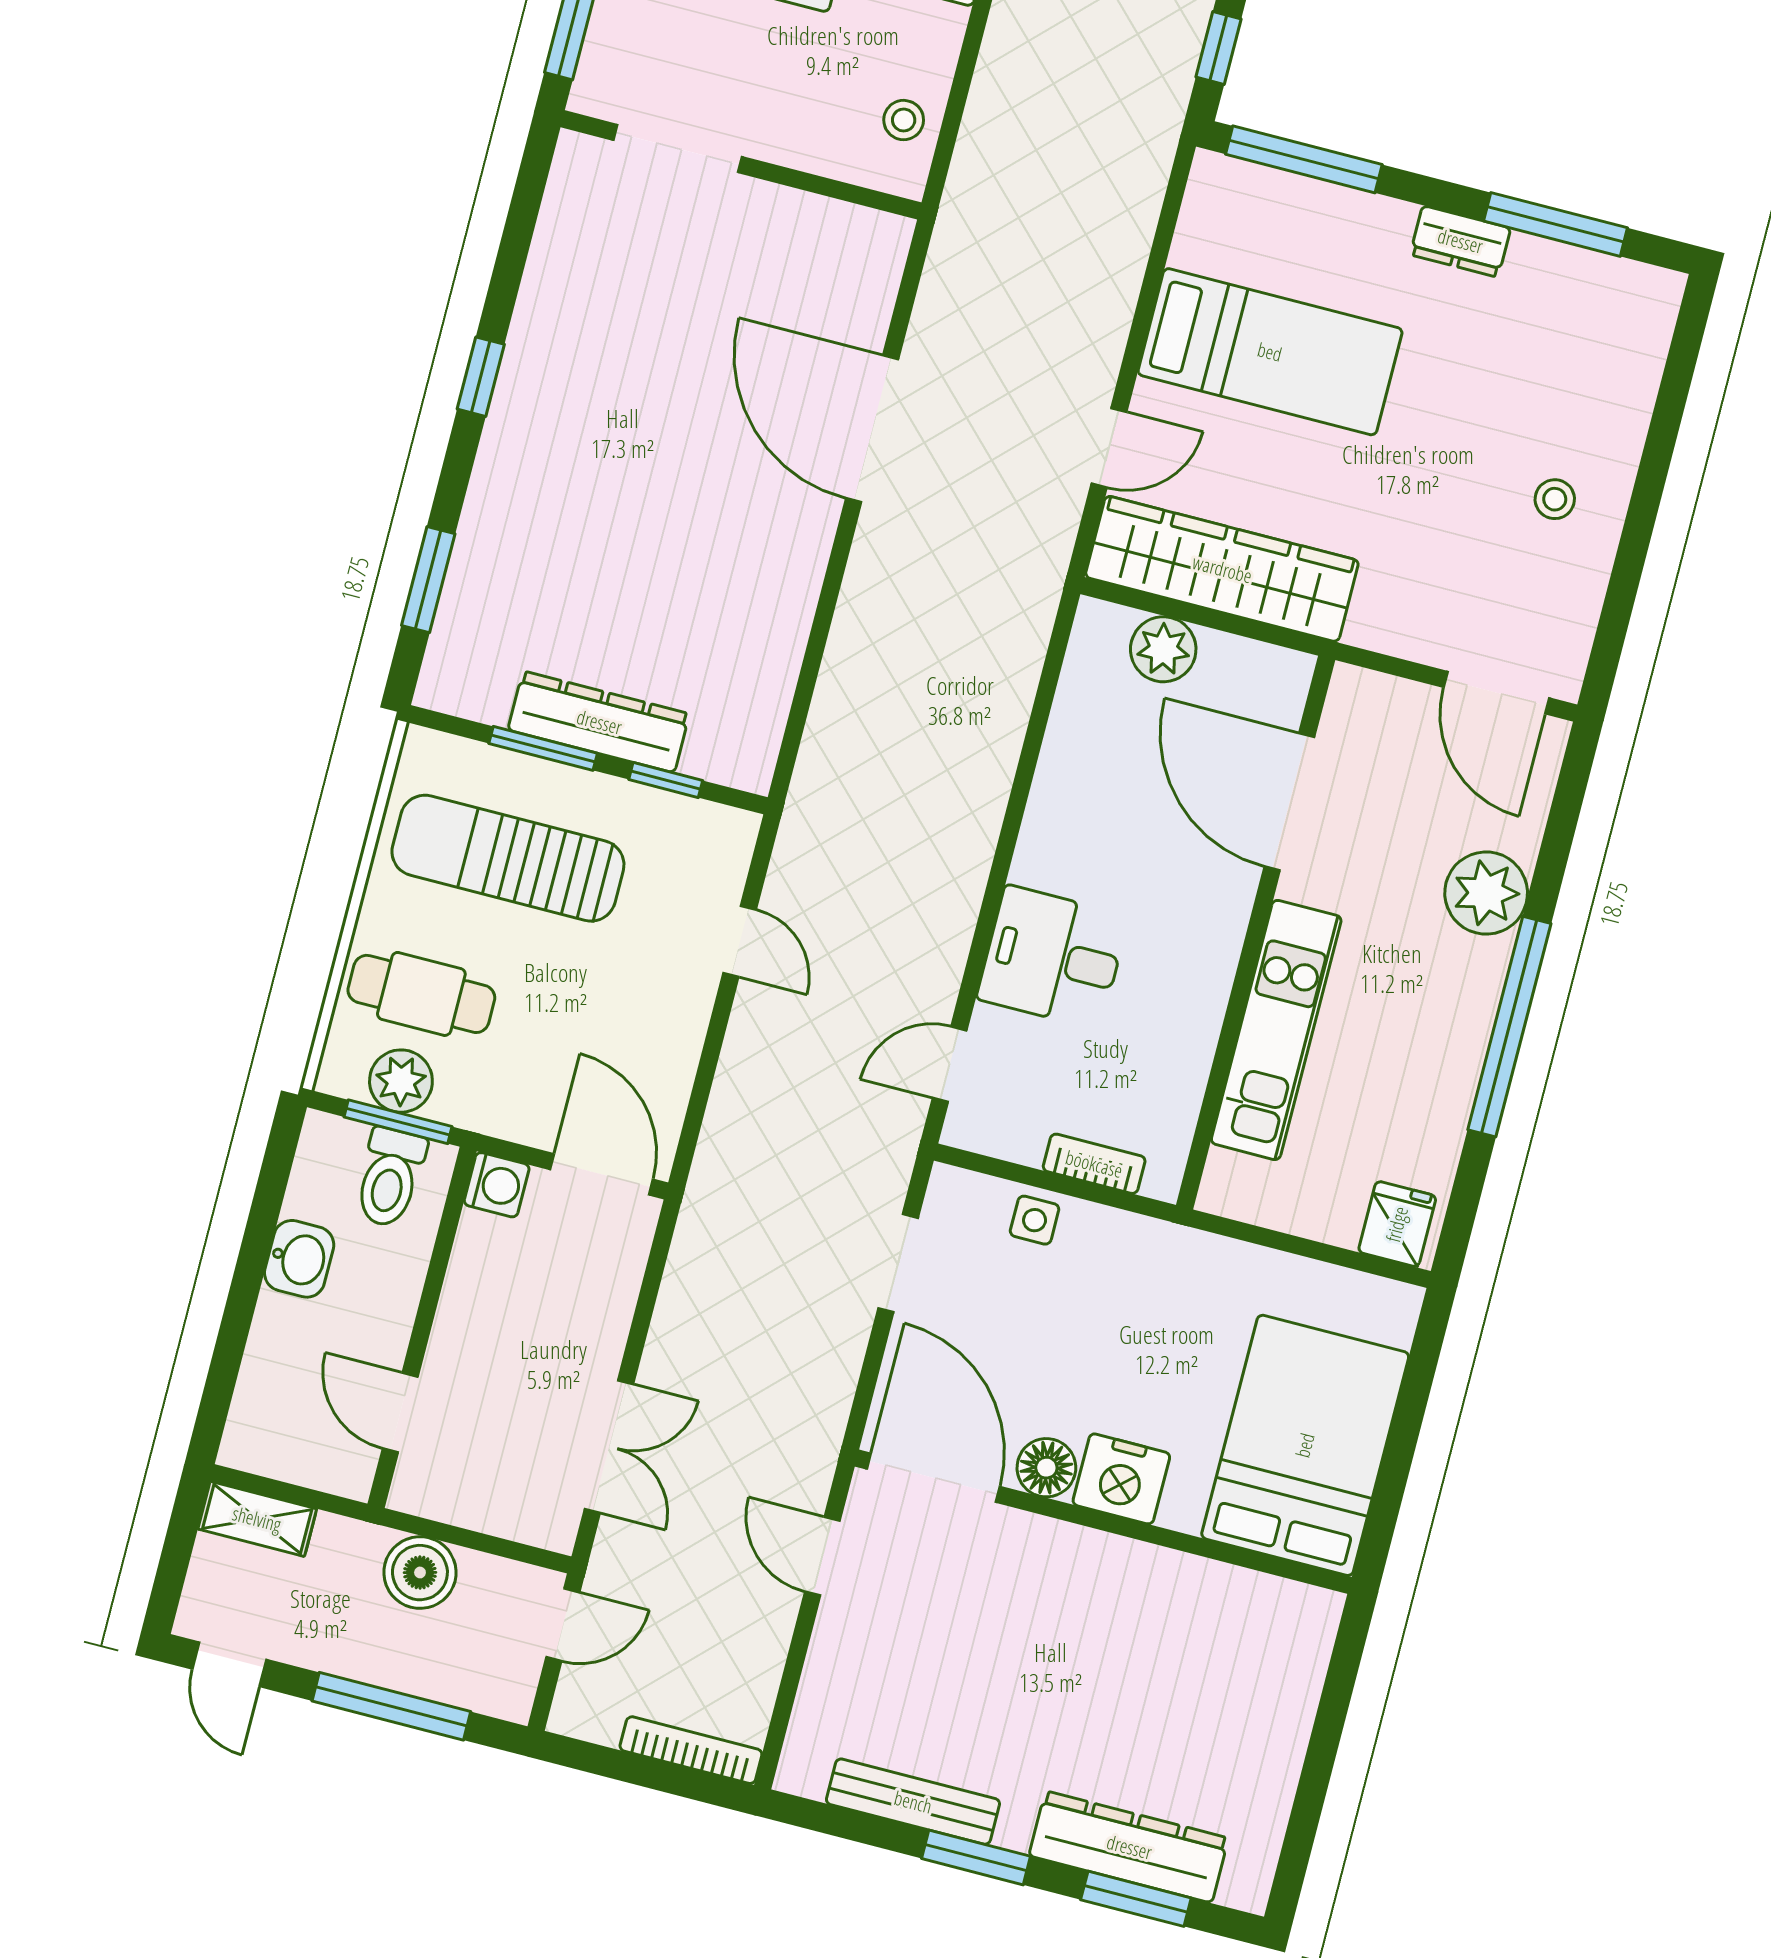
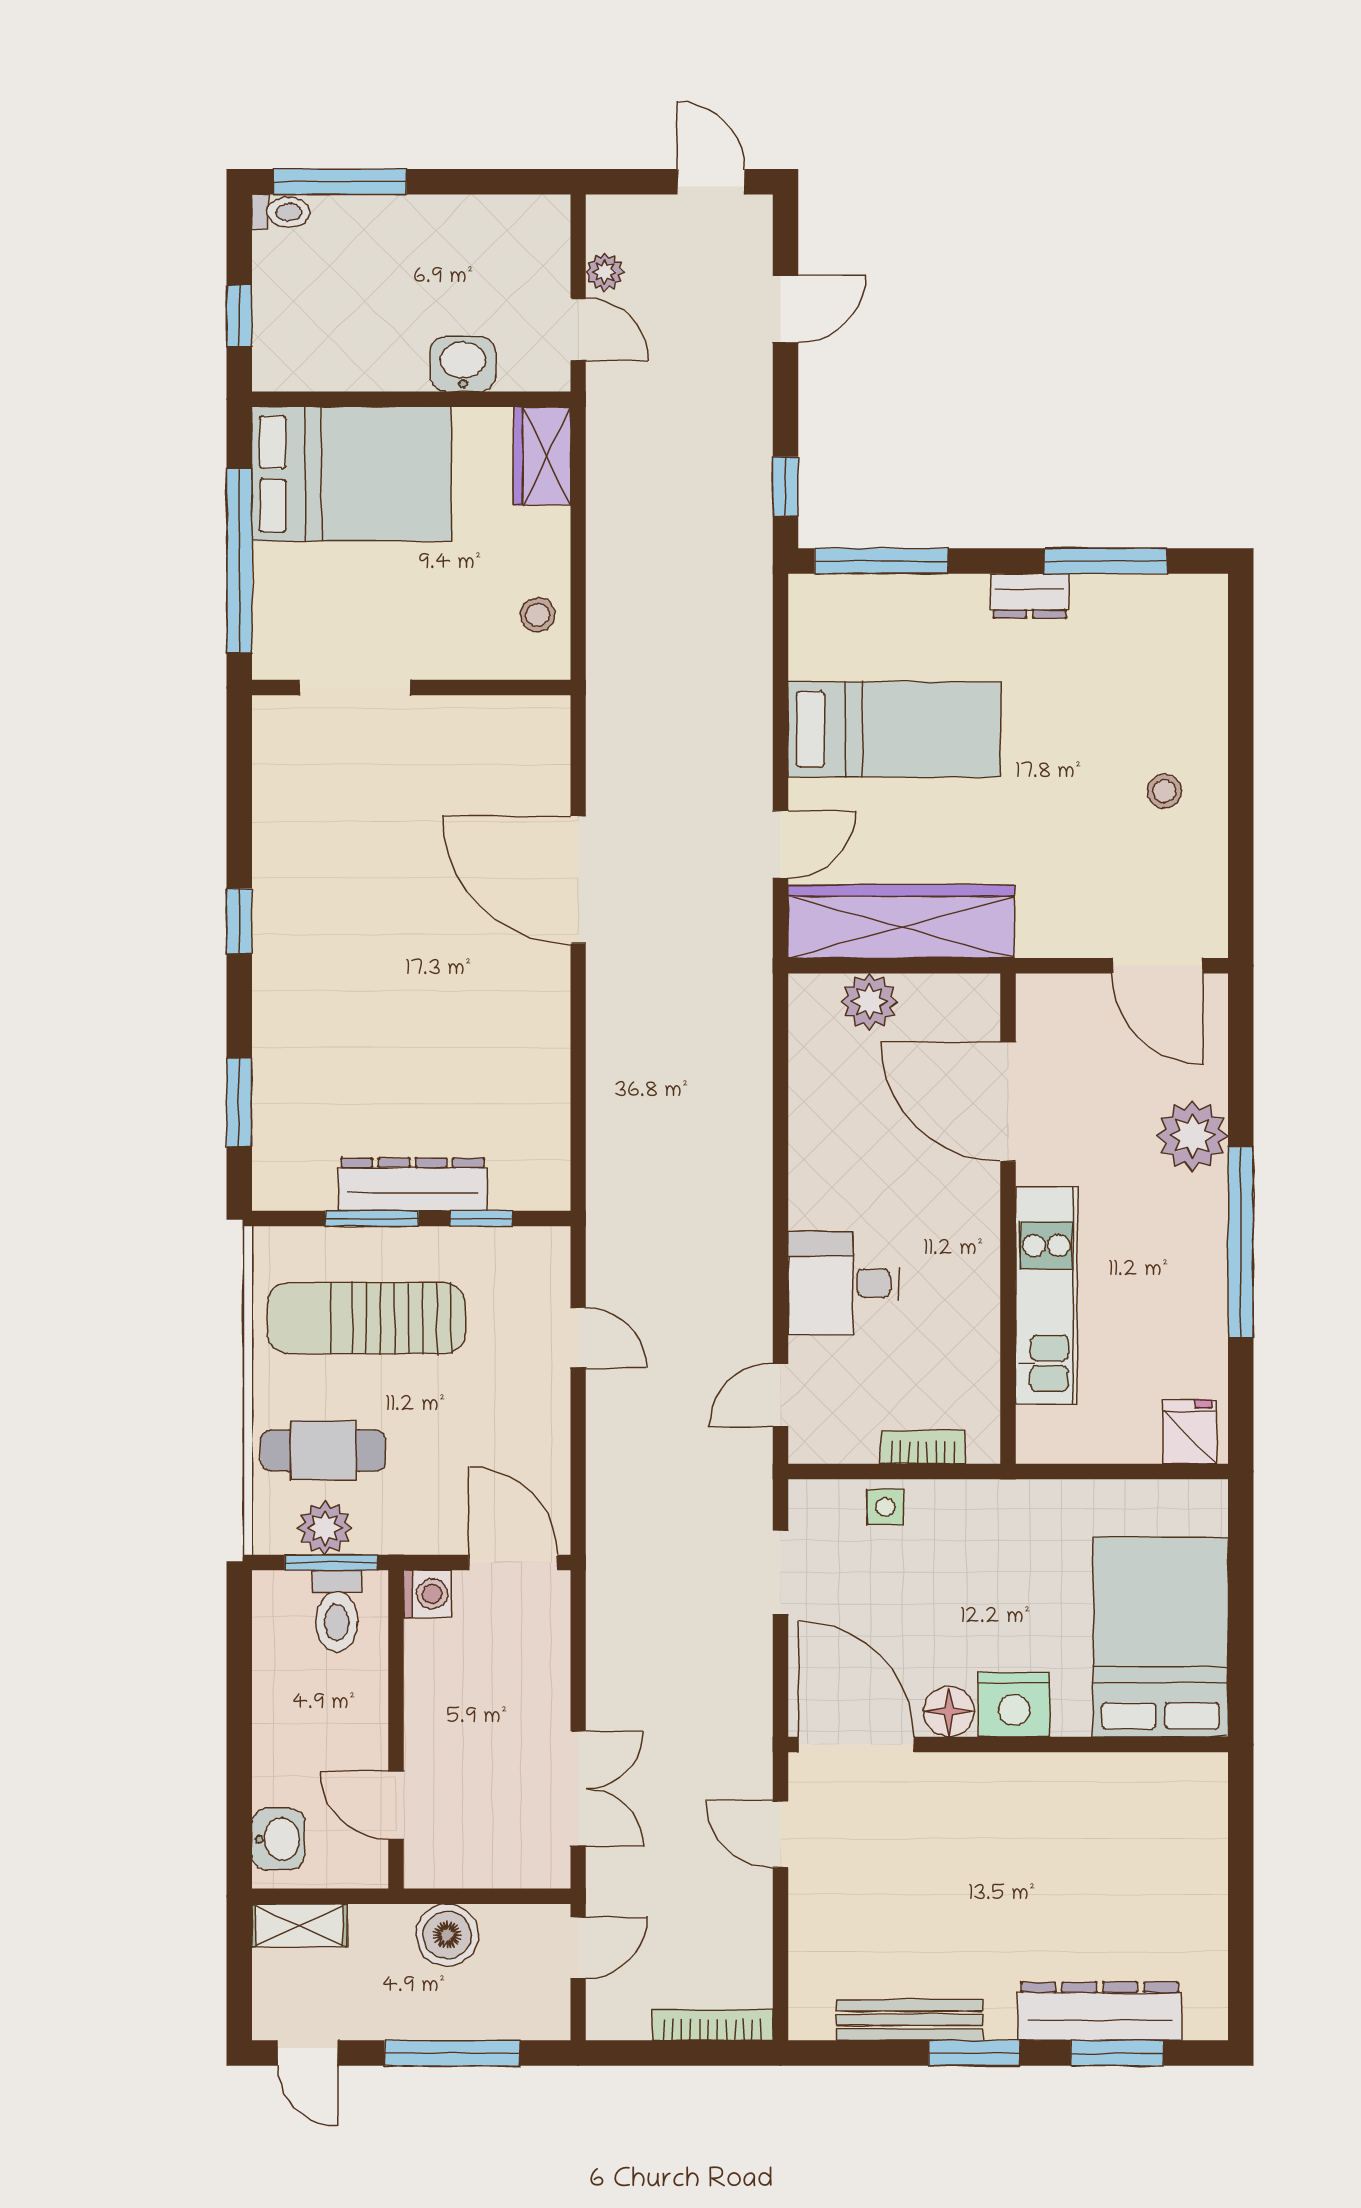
washbasin: (299, 1259) -> (278, 1839), moved

